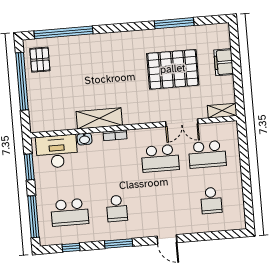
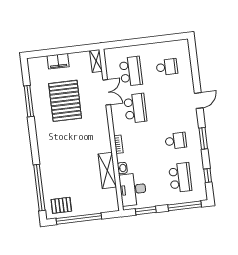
shelving: (99, 118) -> (107, 170), moved

